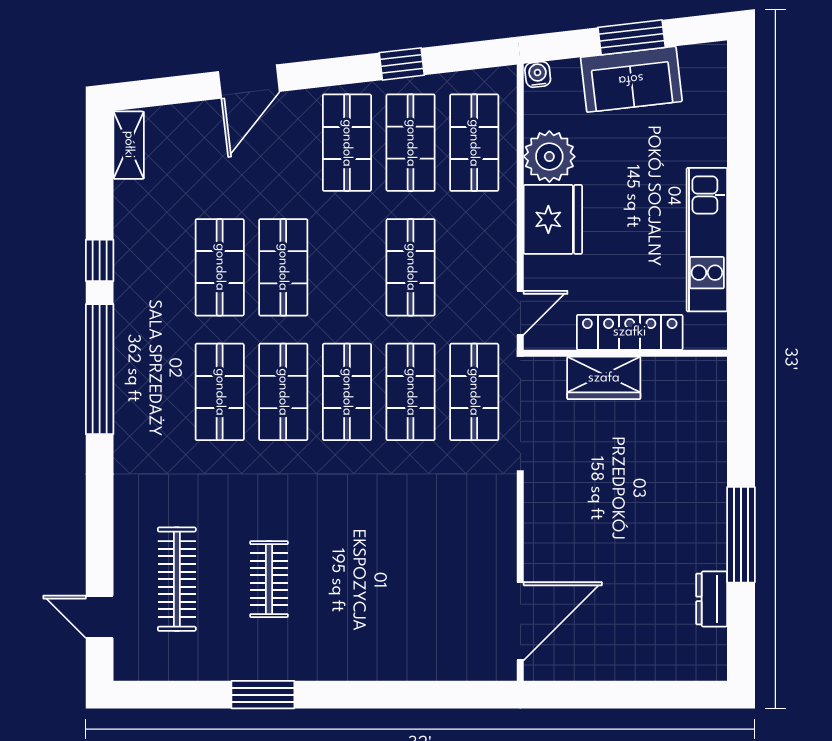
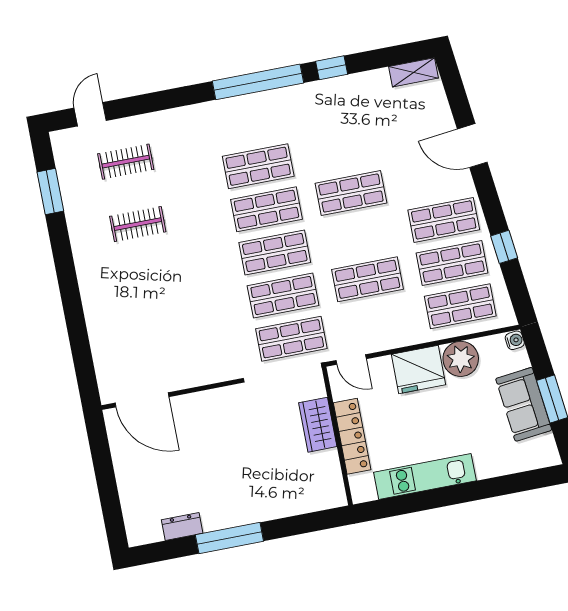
shop shelf: (220, 267) -> (343, 150), removed
clothes rail: (177, 579) -> (126, 162), width x0.73
window: (263, 695) -> (50, 191), moved

